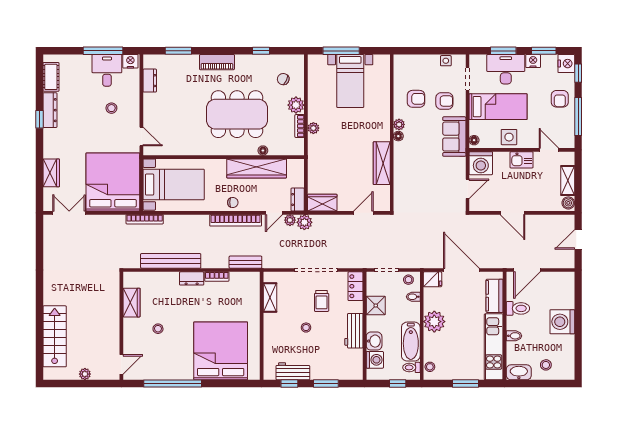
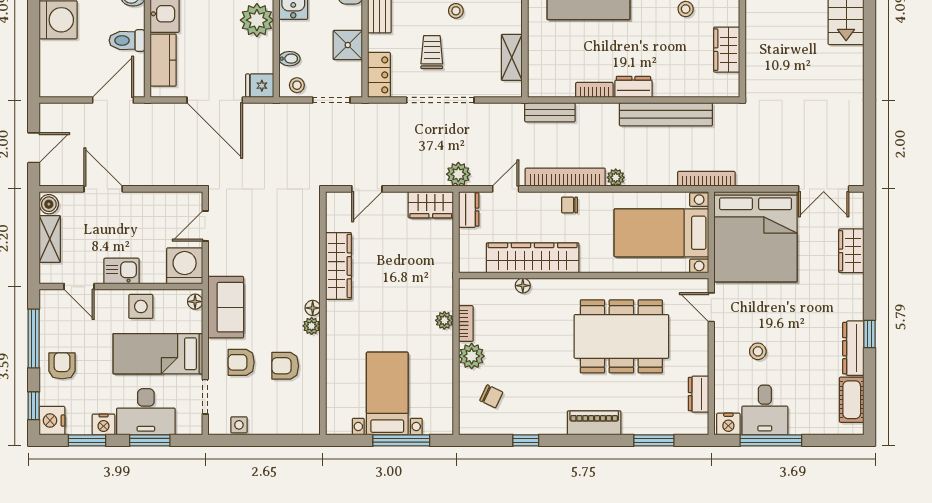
dining table: (237, 114) -> (621, 336), moved
door: (513, 213) -> (103, 189), moved
plant: (290, 220) -> (616, 177), moved

